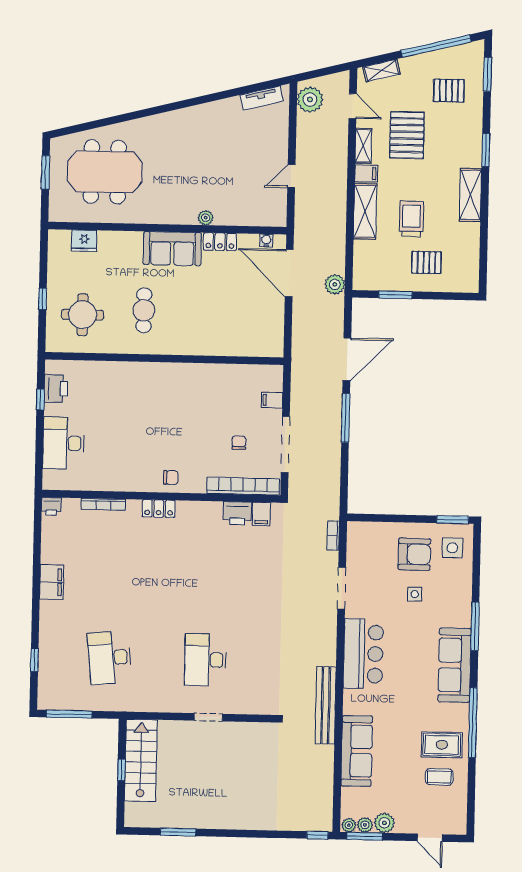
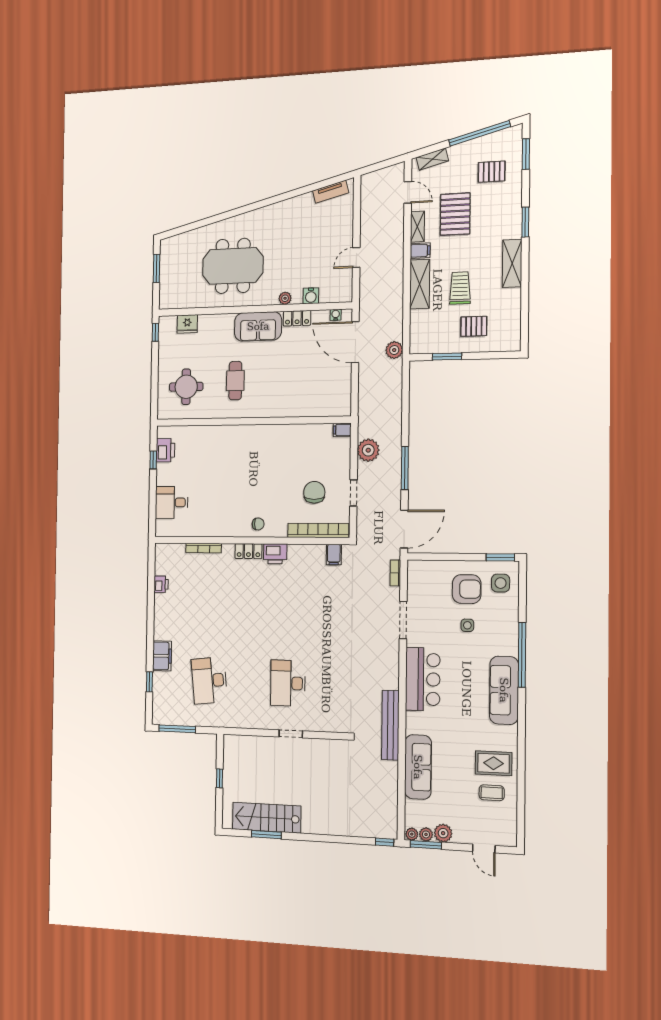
plant: (310, 100) -> (368, 450), moved
meeting table: (105, 172) -> (233, 266), moved
water cooler: (237, 217) -> (311, 296), added
window: (43, 299) -> (155, 332), moved
door: (347, 359) -> (404, 529), moved
filing cabinet: (272, 400) -> (342, 430), moved
desk: (64, 443) -> (172, 502), width x0.73
chair: (239, 443) -> (314, 492), width x1.87, depth x1.87
doorway: (285, 444) -> (353, 493), width x0.53
printer: (51, 506) -> (161, 584), moved, turned -90
printer: (237, 513) -> (275, 554), moved
filing cabinet: (52, 582) -> (162, 656), moved
window: (475, 626) -> (522, 655), width x1.46
window: (473, 723) -> (521, 743), removed
stairs: (141, 760) -> (267, 818), moved, turned -90

